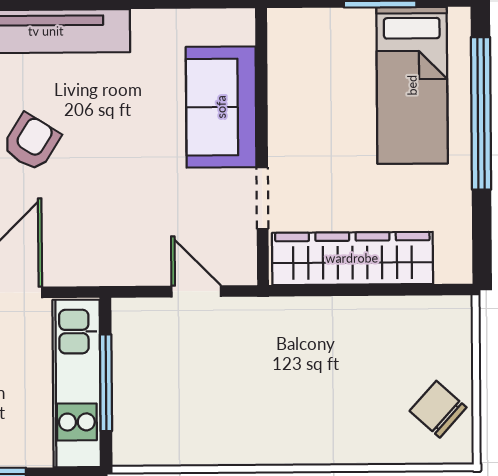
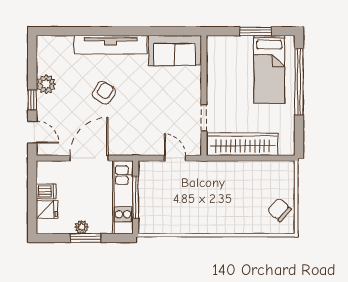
sofa: (221, 107) -> (175, 51), moved, turned -90

